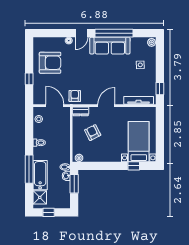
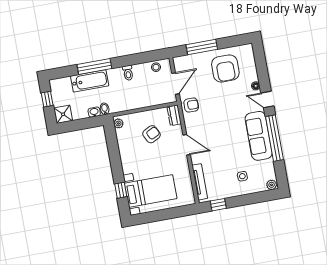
window: (29, 79) -> (202, 47), width x2.17
window: (74, 184) -> (87, 123), removed
shower: (40, 197) -> (63, 114), moved

